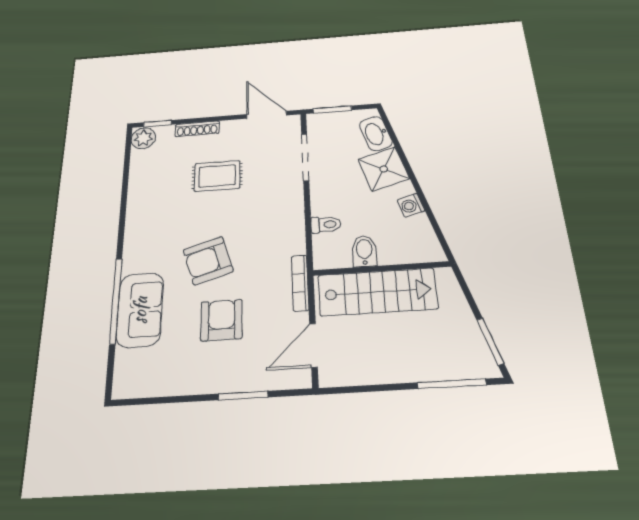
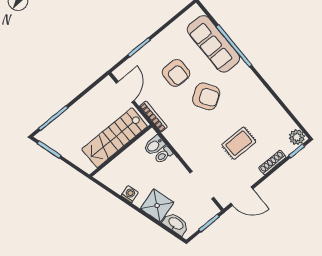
bidet: (364, 251) -> (154, 145), moved, turned 90
armchair: (208, 261) -> (206, 96), turned 74
sofa: (140, 310) -> (213, 44), width x1.36

